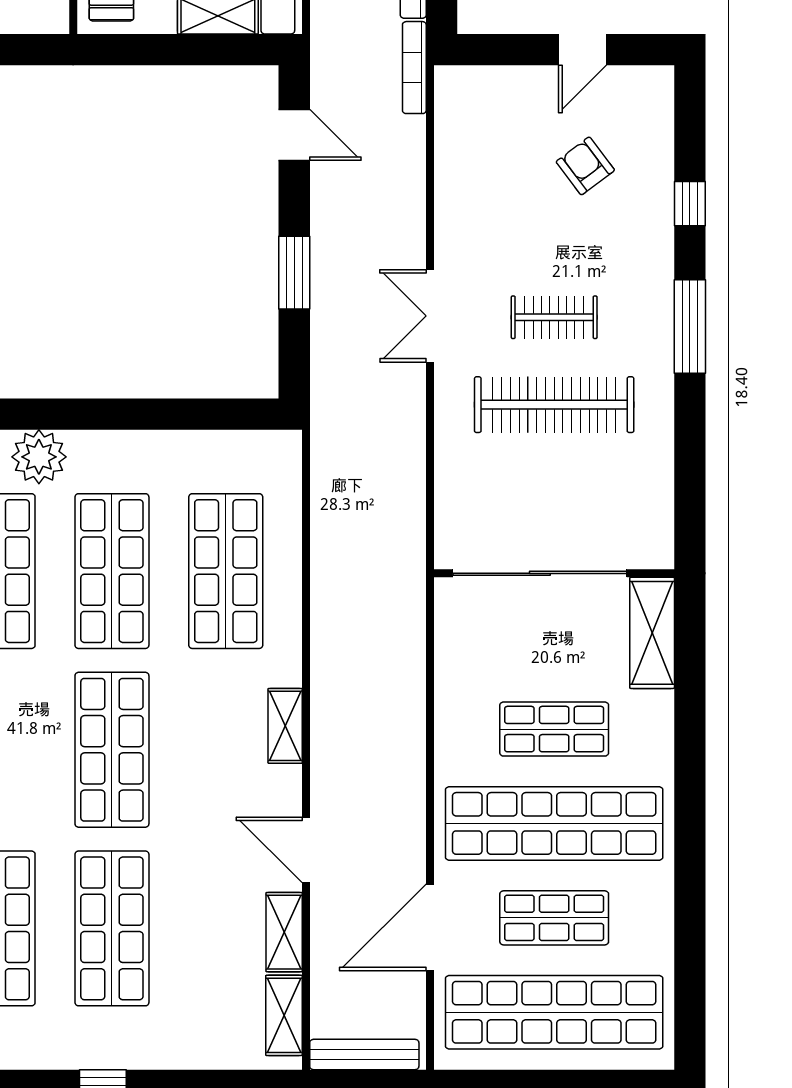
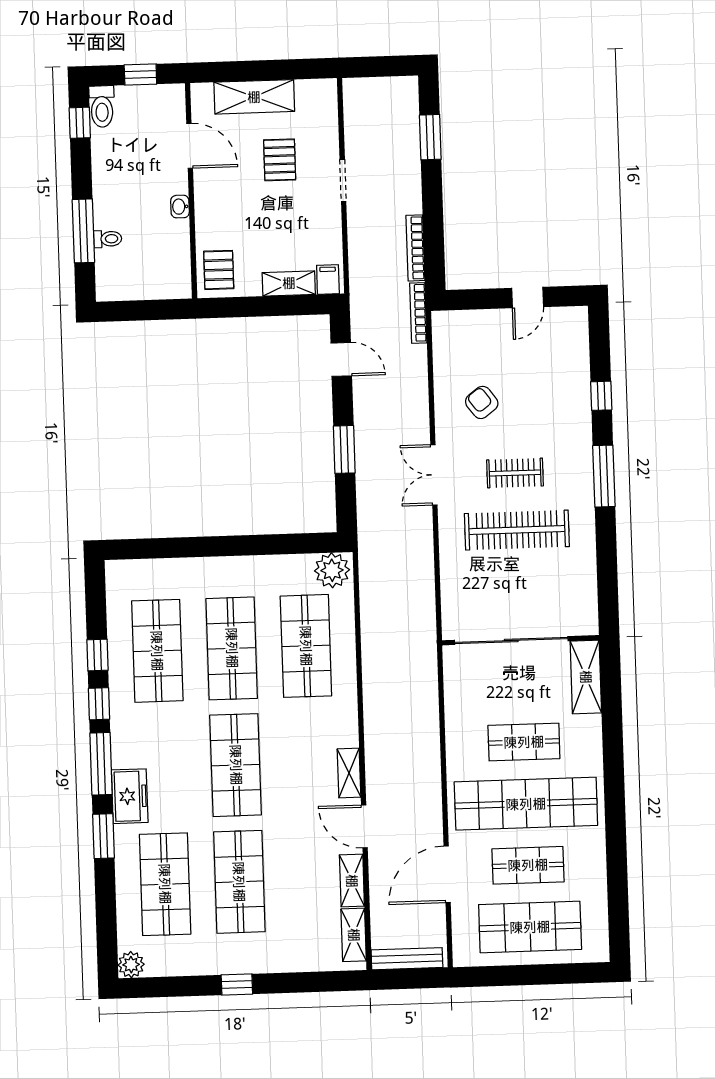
armchair: (585, 166) -> (482, 402), moved
plant: (39, 457) -> (332, 570), moved
shelving: (285, 726) -> (349, 773), moved
shop shelf: (554, 1012) -> (530, 927), width x0.71

